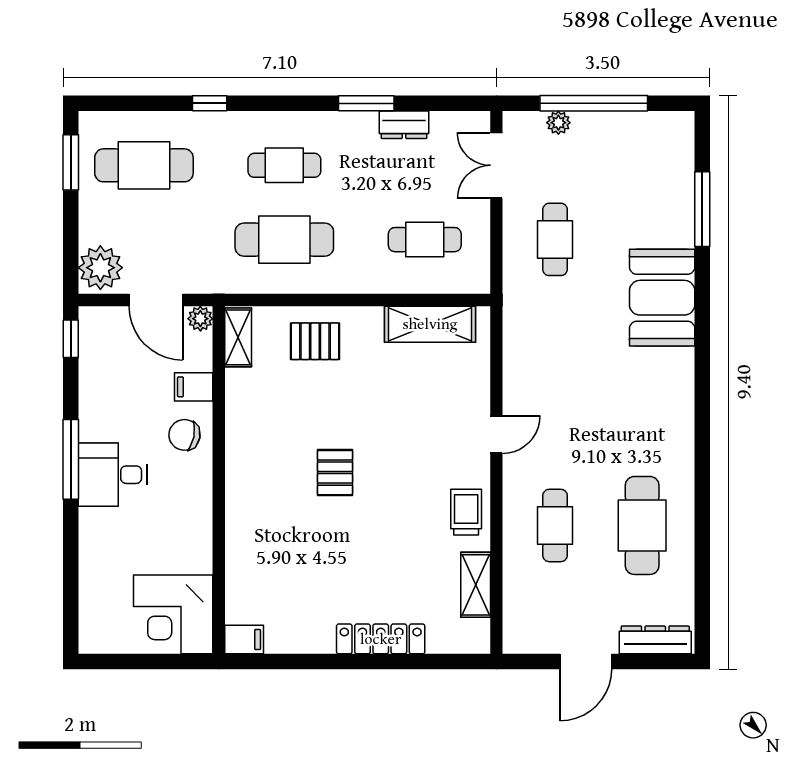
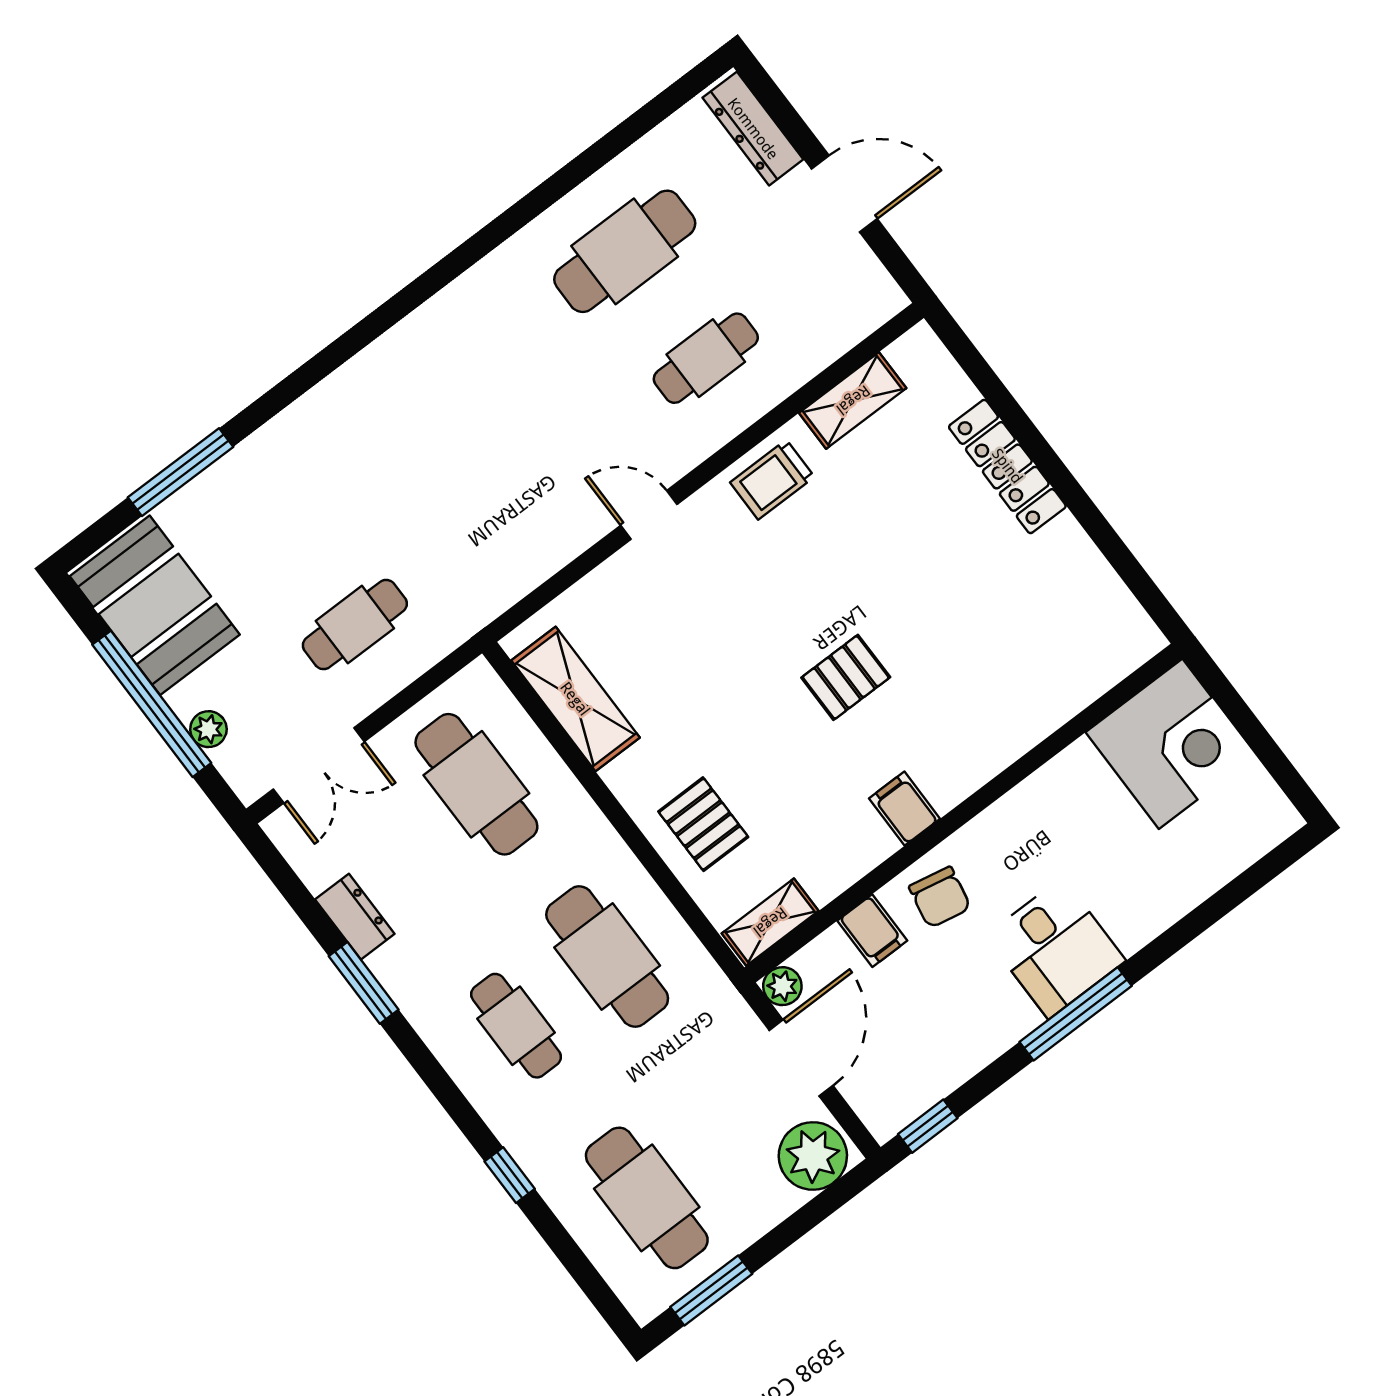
cafe table: (425, 240) -> (476, 784), width x1.37, depth x1.35
booth: (662, 298) -> (155, 605), moved, turned 90
filing cabinet: (244, 640) -> (904, 809), moved

